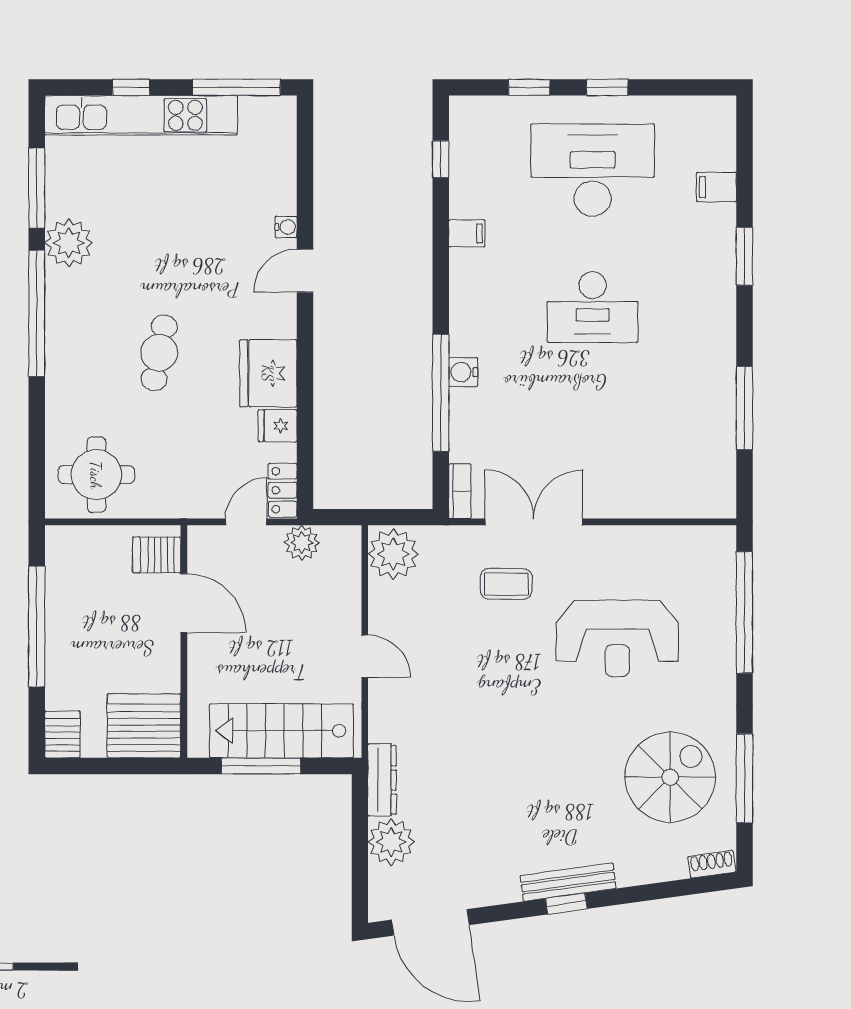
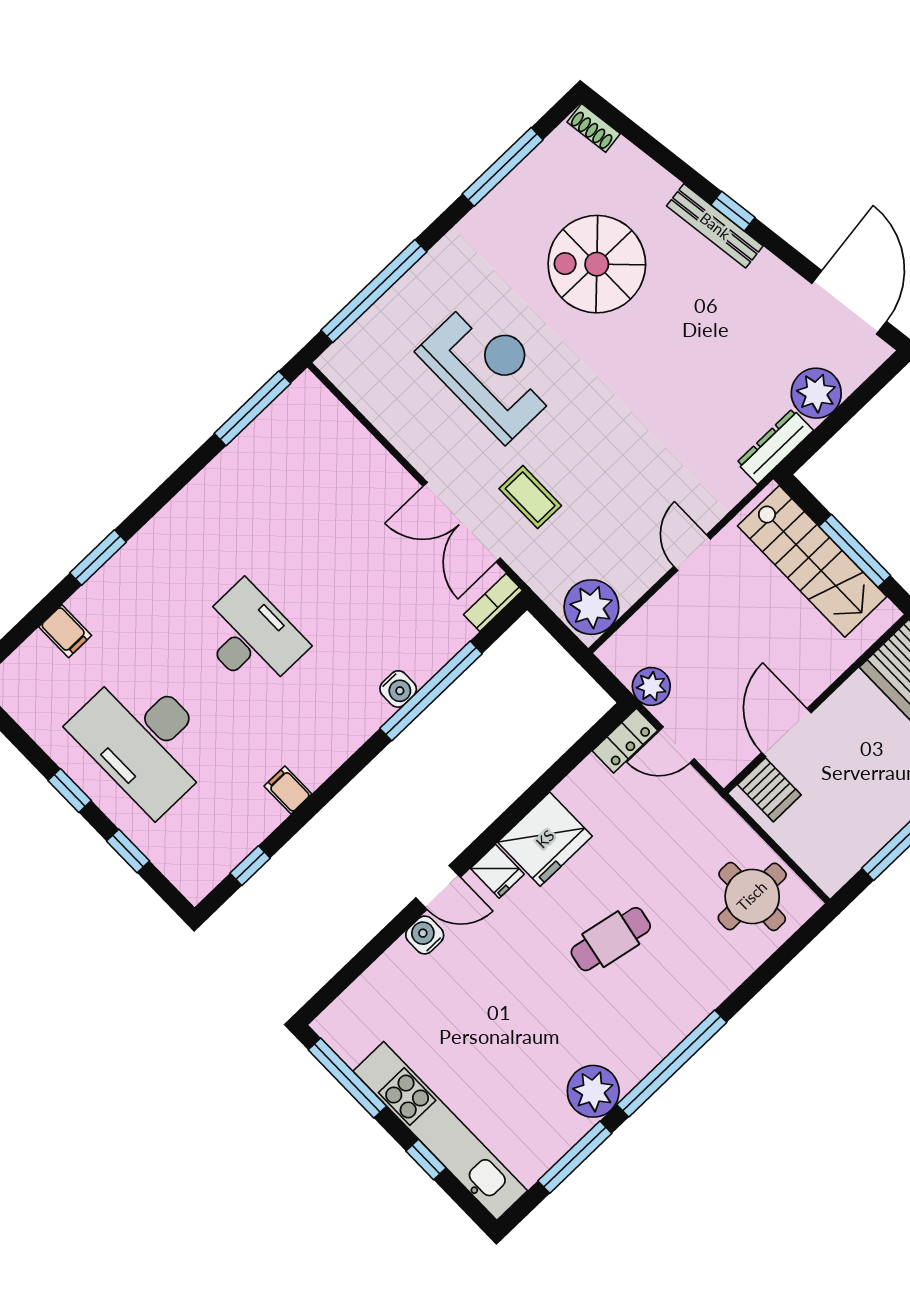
water cooler: (286, 227) -> (425, 935), width x1.38, depth x1.38
window: (744, 408) -> (252, 408), moved
fridge: (278, 426) -> (497, 871), moved
spiral stairs: (670, 777) -> (597, 264), moved

